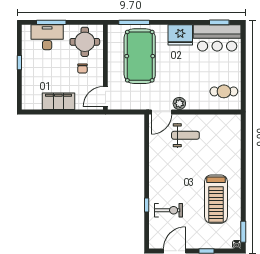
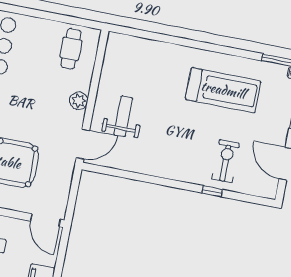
plant: (179, 103) -> (79, 101), moved
door: (162, 112) -> (83, 144), hinge flipped

